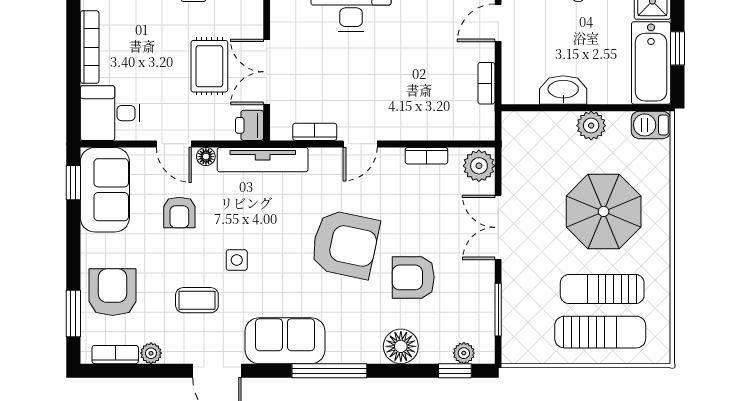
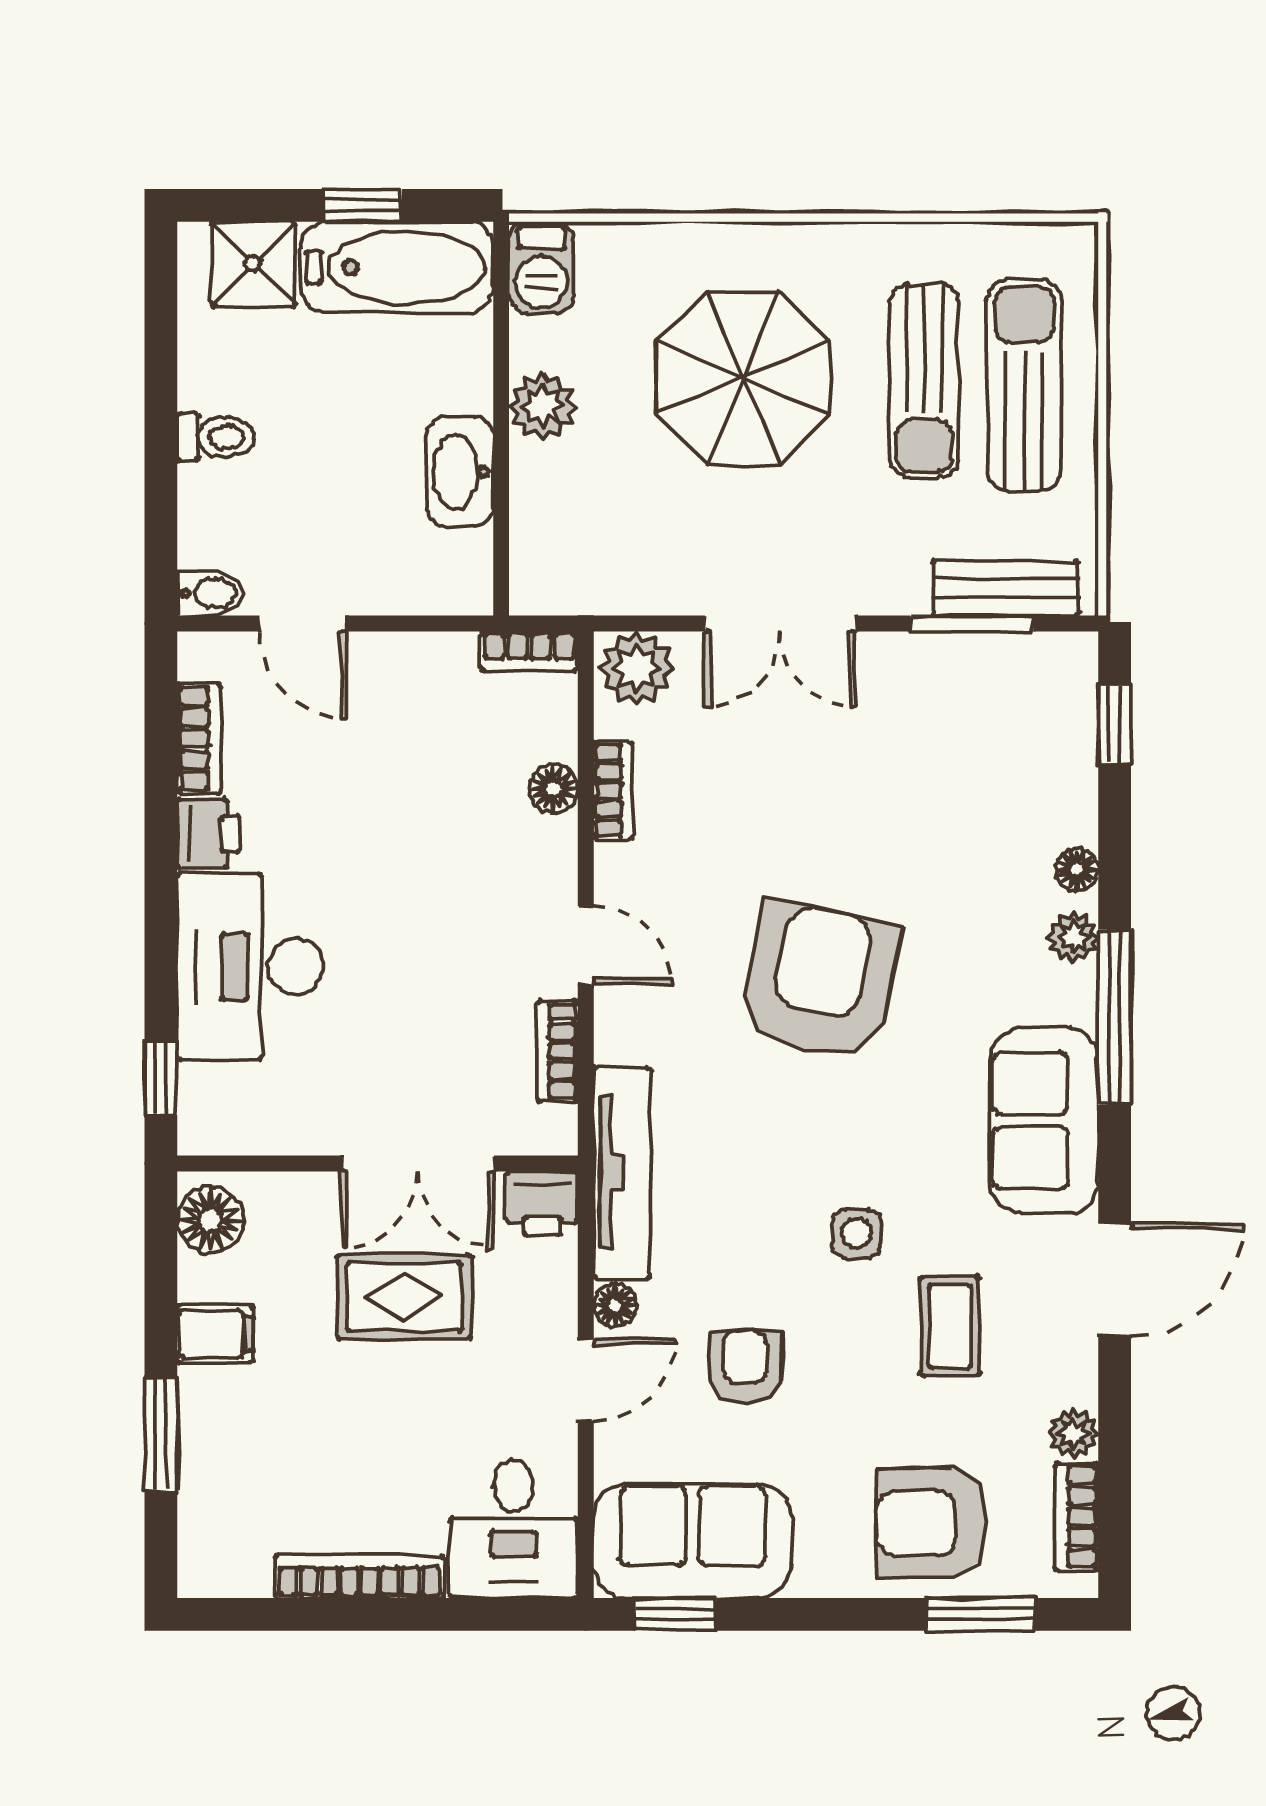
bookcase: (486, 83) -> (529, 651), moved
floor lamp: (427, 130) -> (554, 789), added
armchair: (179, 212) -> (745, 1367), turned -90
armchair: (413, 277) -> (897, 822), removed
bench: (513, 324) -> (1005, 588), added
floor lamp: (401, 346) -> (1077, 870), width x0.53, depth x0.53
plant: (464, 353) -> (1073, 937), moved

